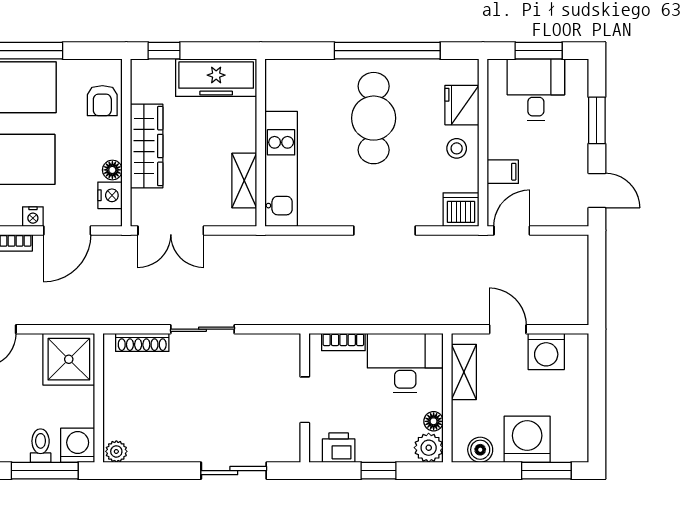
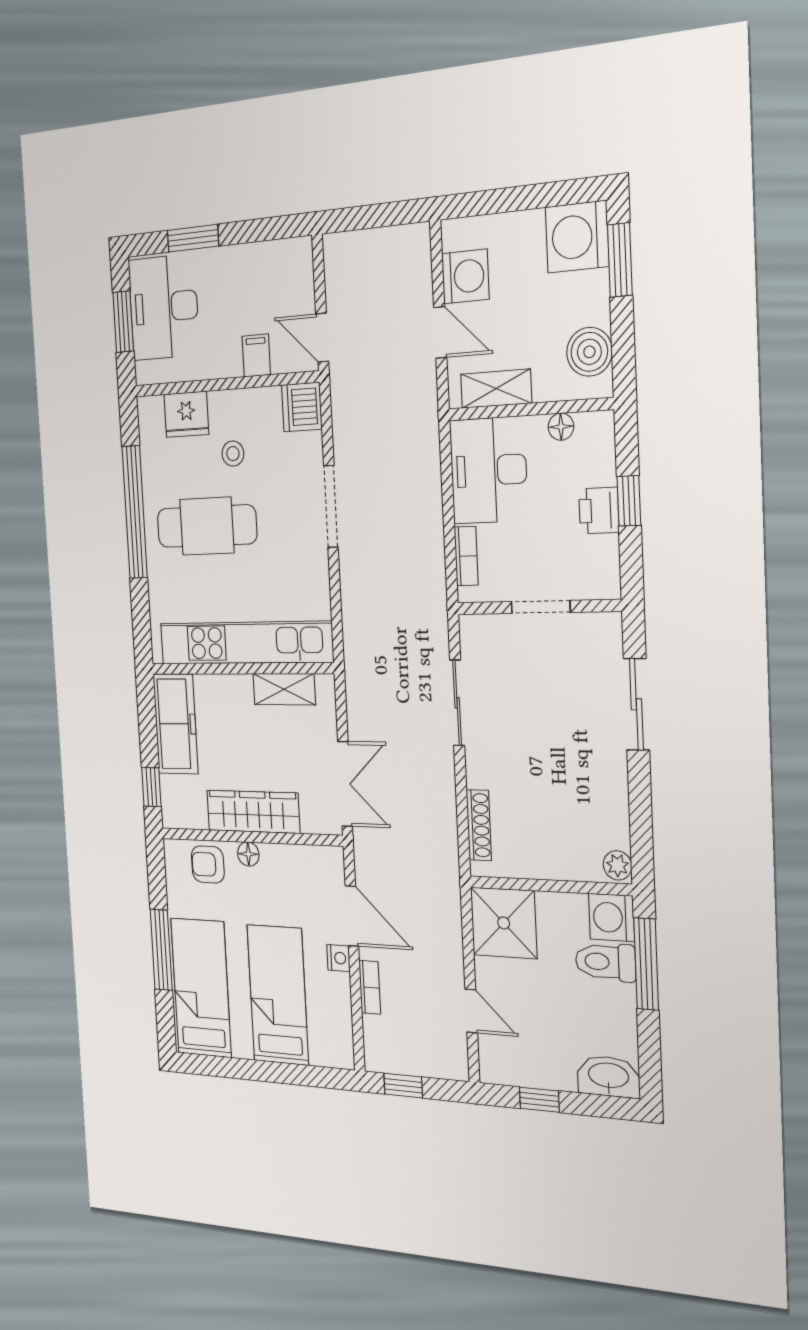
desk: (536, 90) -> (164, 307), width x1.37
armchair: (102, 101) -> (208, 864), turned 180
stool: (457, 148) -> (233, 454), moved
kitchen unit: (281, 169) -> (246, 643), width x1.36
floor lamp: (112, 170) -> (248, 854), moved
door: (597, 191) -> (271, 229), removed
nightstand: (110, 195) -> (310, 860), removed
sliding door: (202, 329) -> (457, 703), moved
door: (508, 329) -> (440, 332), swing flipped
washing machine: (527, 439) -> (577, 237), moved
toilet: (41, 446) -> (605, 962), width x1.37, depth x1.39
printer: (339, 448) -> (599, 511), moved
plant: (429, 448) -> (596, 431), removed
boiler: (480, 450) -> (589, 352), width x1.36, depth x1.36

